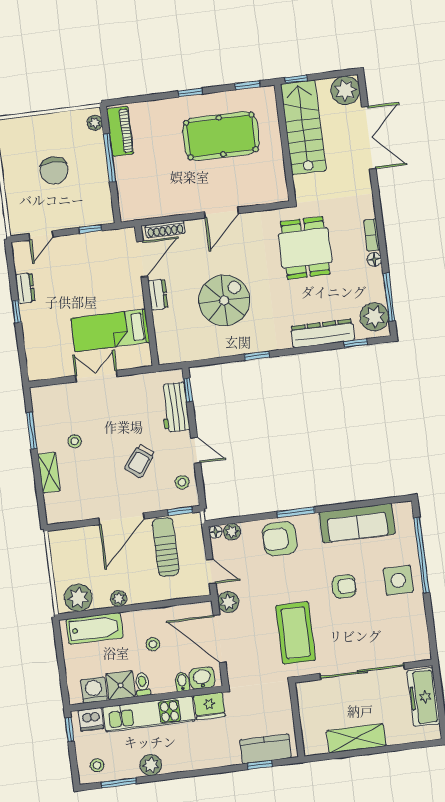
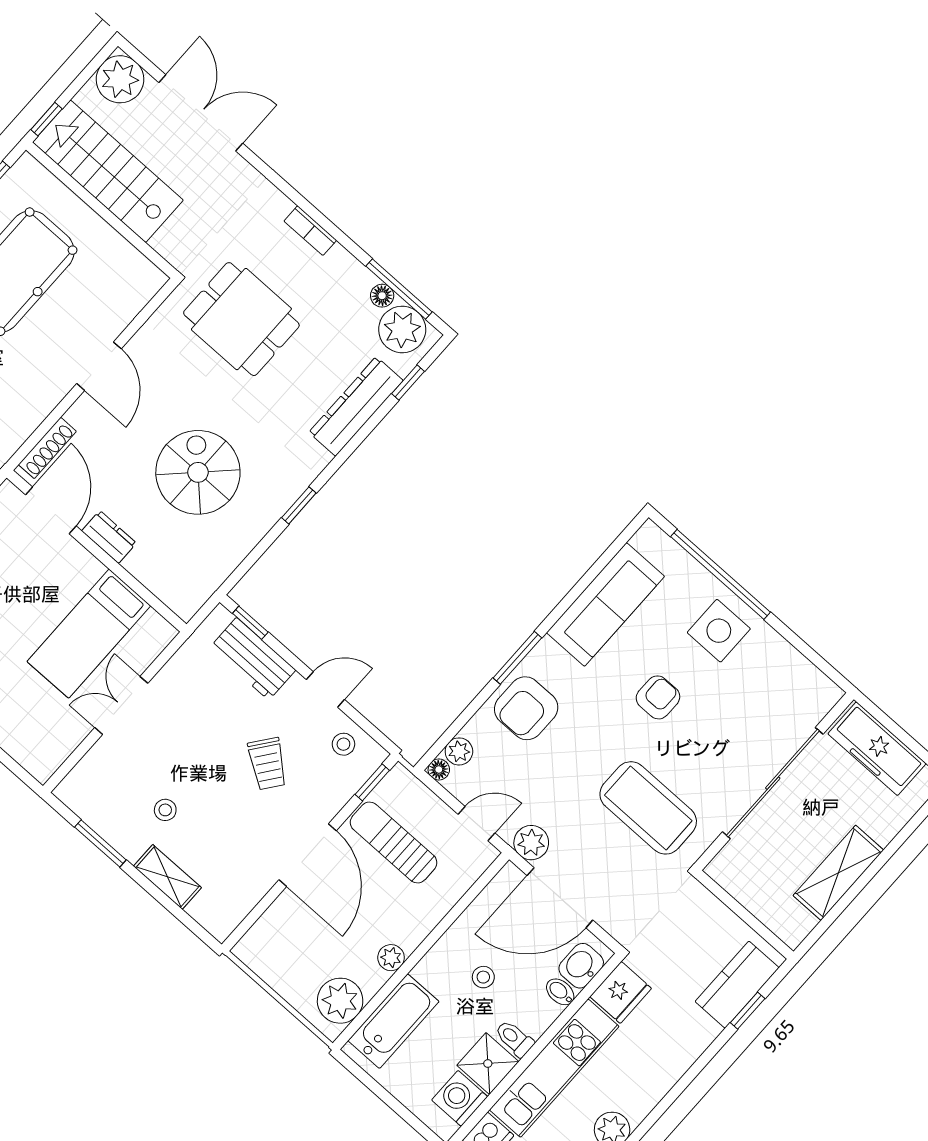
floor lamp: (374, 259) -> (382, 296), moved

